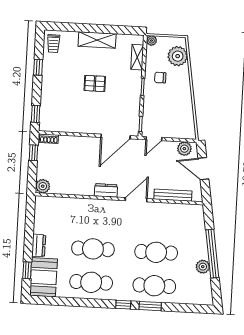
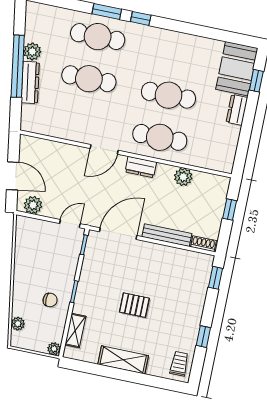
plant: (178, 56) -> (18, 324), width x0.53, depth x0.53
window: (33, 153) -> (230, 210), moved
plant: (43, 186) -> (183, 177), moved
bench: (173, 195) -> (167, 235), moved
dresser: (201, 243) -> (30, 82), added
cafe table: (91, 282) -> (160, 137), moved

